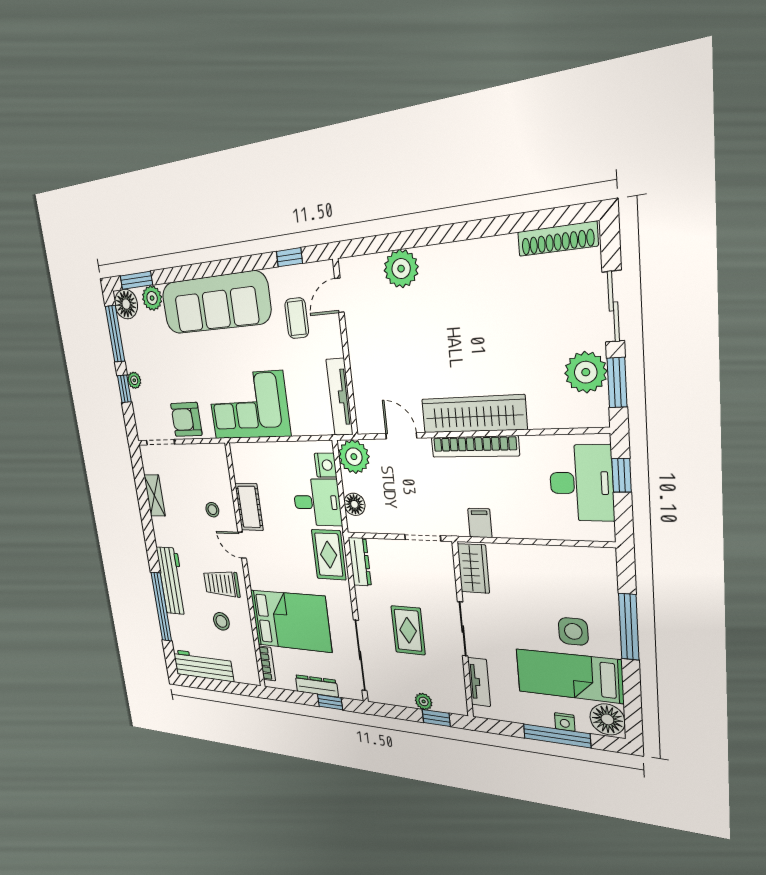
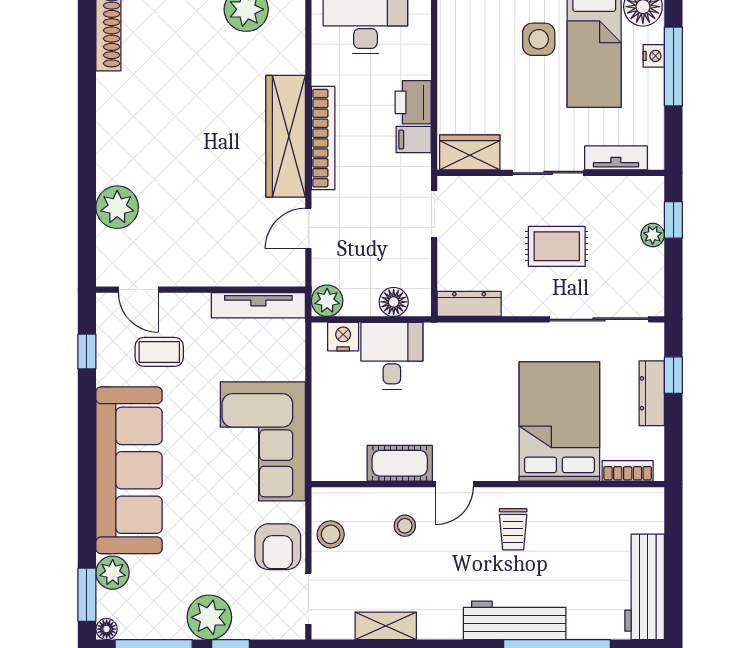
floor lamp: (126, 304) -> (107, 629), width x0.53, depth x0.53
plant: (134, 380) -> (209, 617), width x1.87, depth x1.87
plant: (354, 457) -> (327, 301), width x0.73, depth x0.73
printer: (511, 523) -> (413, 102), added
rug: (329, 555) -> (462, 348), removed
trolley: (222, 584) -> (513, 529), width x0.73, depth x0.72
stool: (221, 621) -> (331, 534), moved

